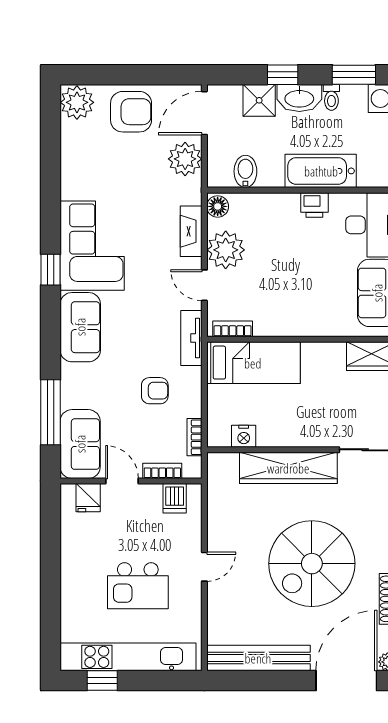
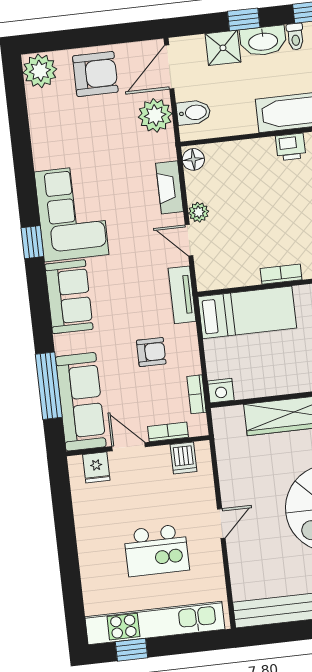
bidet: (245, 171) -> (194, 113), moved, turned 90
plant: (226, 250) -> (199, 212), width x0.53, depth x0.53
bookcase: (233, 329) -> (281, 274), moved
nightstand: (244, 436) -> (221, 391), moved
sofa: (80, 444) -> (81, 402), width x1.36

